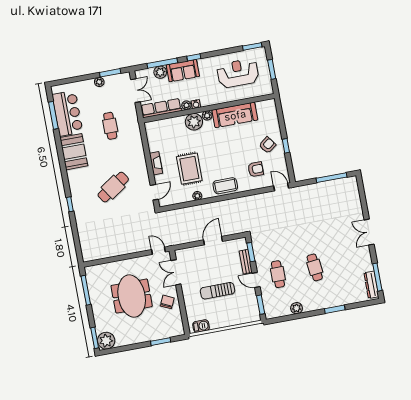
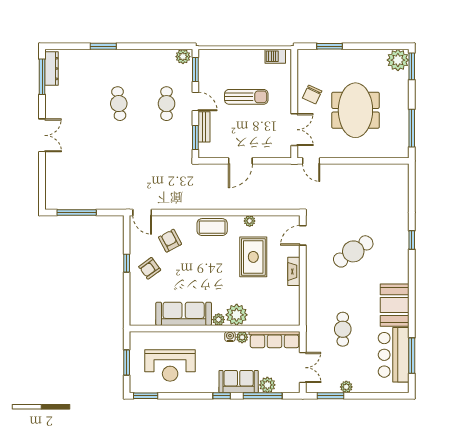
double door: (135, 91) -> (303, 368), swing flipped
armchair: (256, 169) -> (170, 241), turned 62
plant: (297, 308) -> (183, 57), moved

